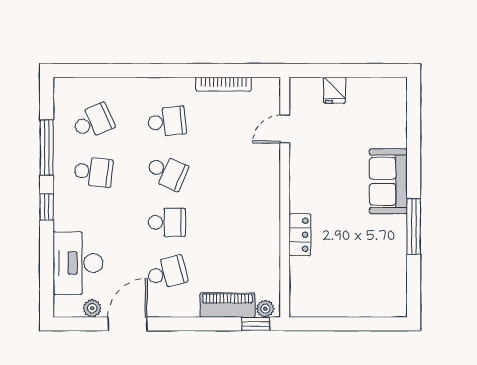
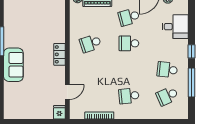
fridge: (335, 90) -> (59, 112), moved
school desk: (167, 172) -> (91, 43), moved, turned -42
locker: (300, 235) -> (60, 54), moved
desk: (78, 263) -> (175, 27), width x0.73

